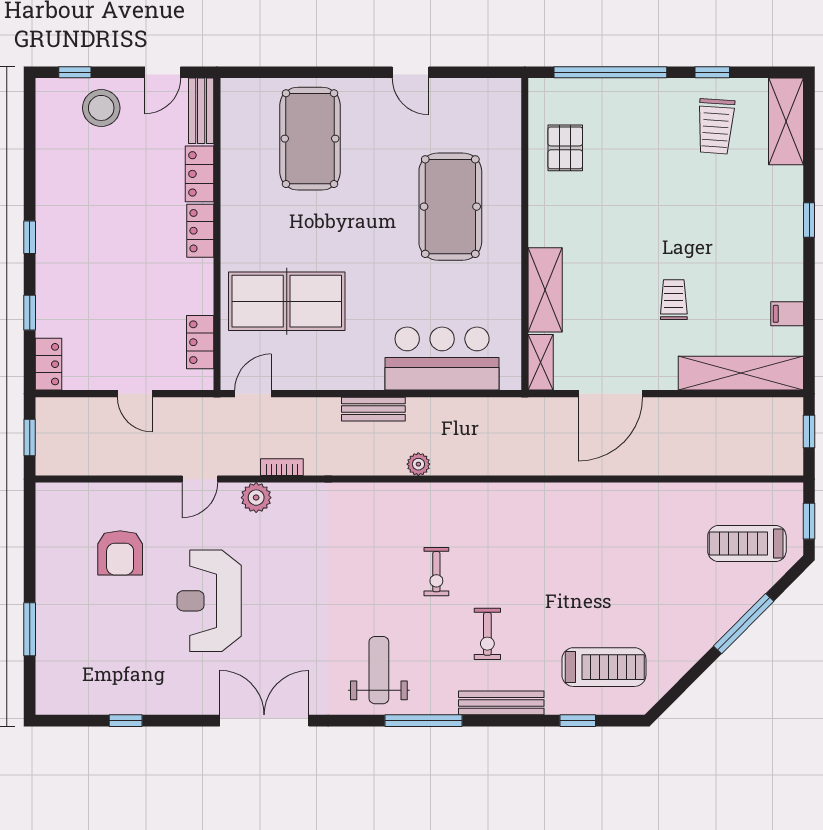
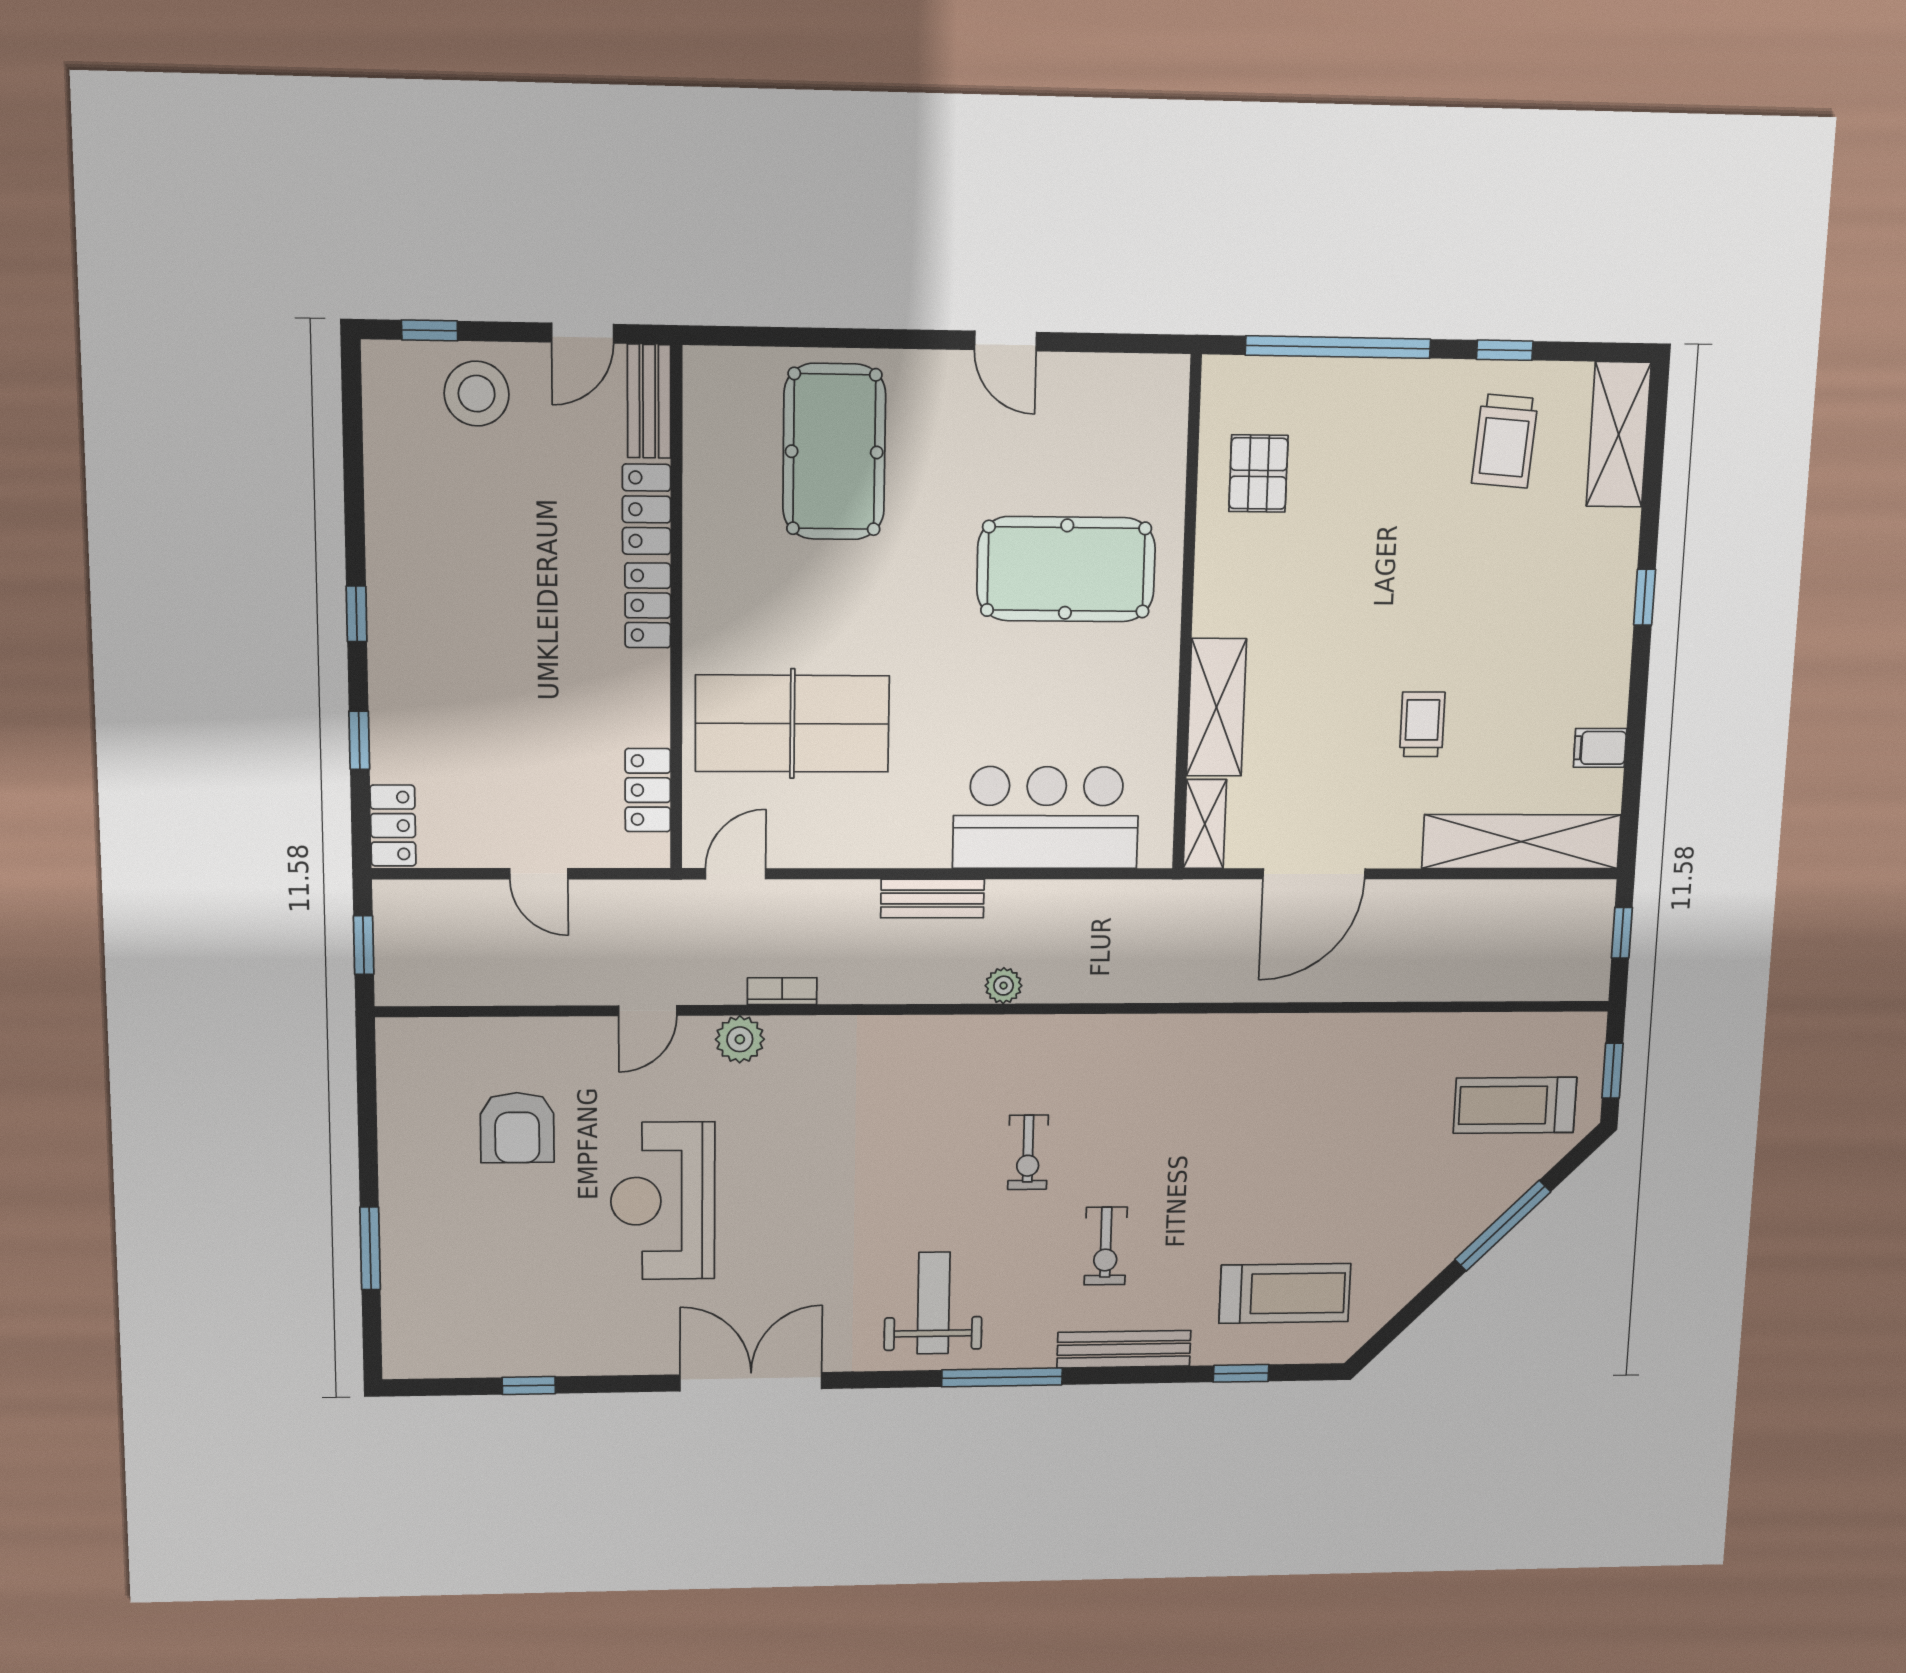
pool table: (450, 207) -> (1066, 569), turned 90

